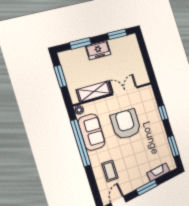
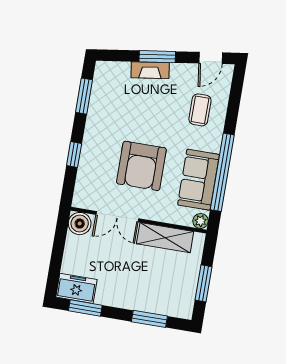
freezer: (98, 50) -> (76, 288), moved
boiler: (142, 78) -> (80, 224), added
fireplace: (158, 172) -> (150, 70), moved

